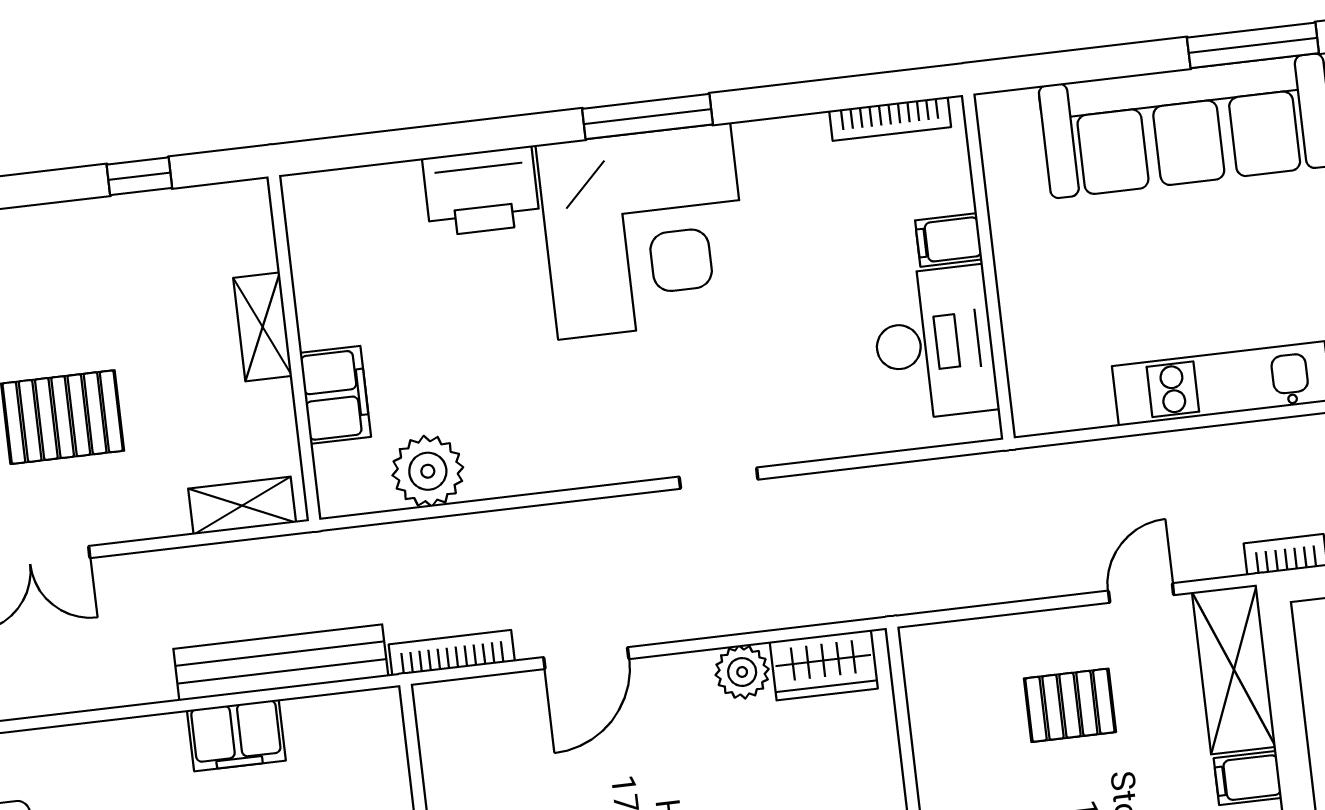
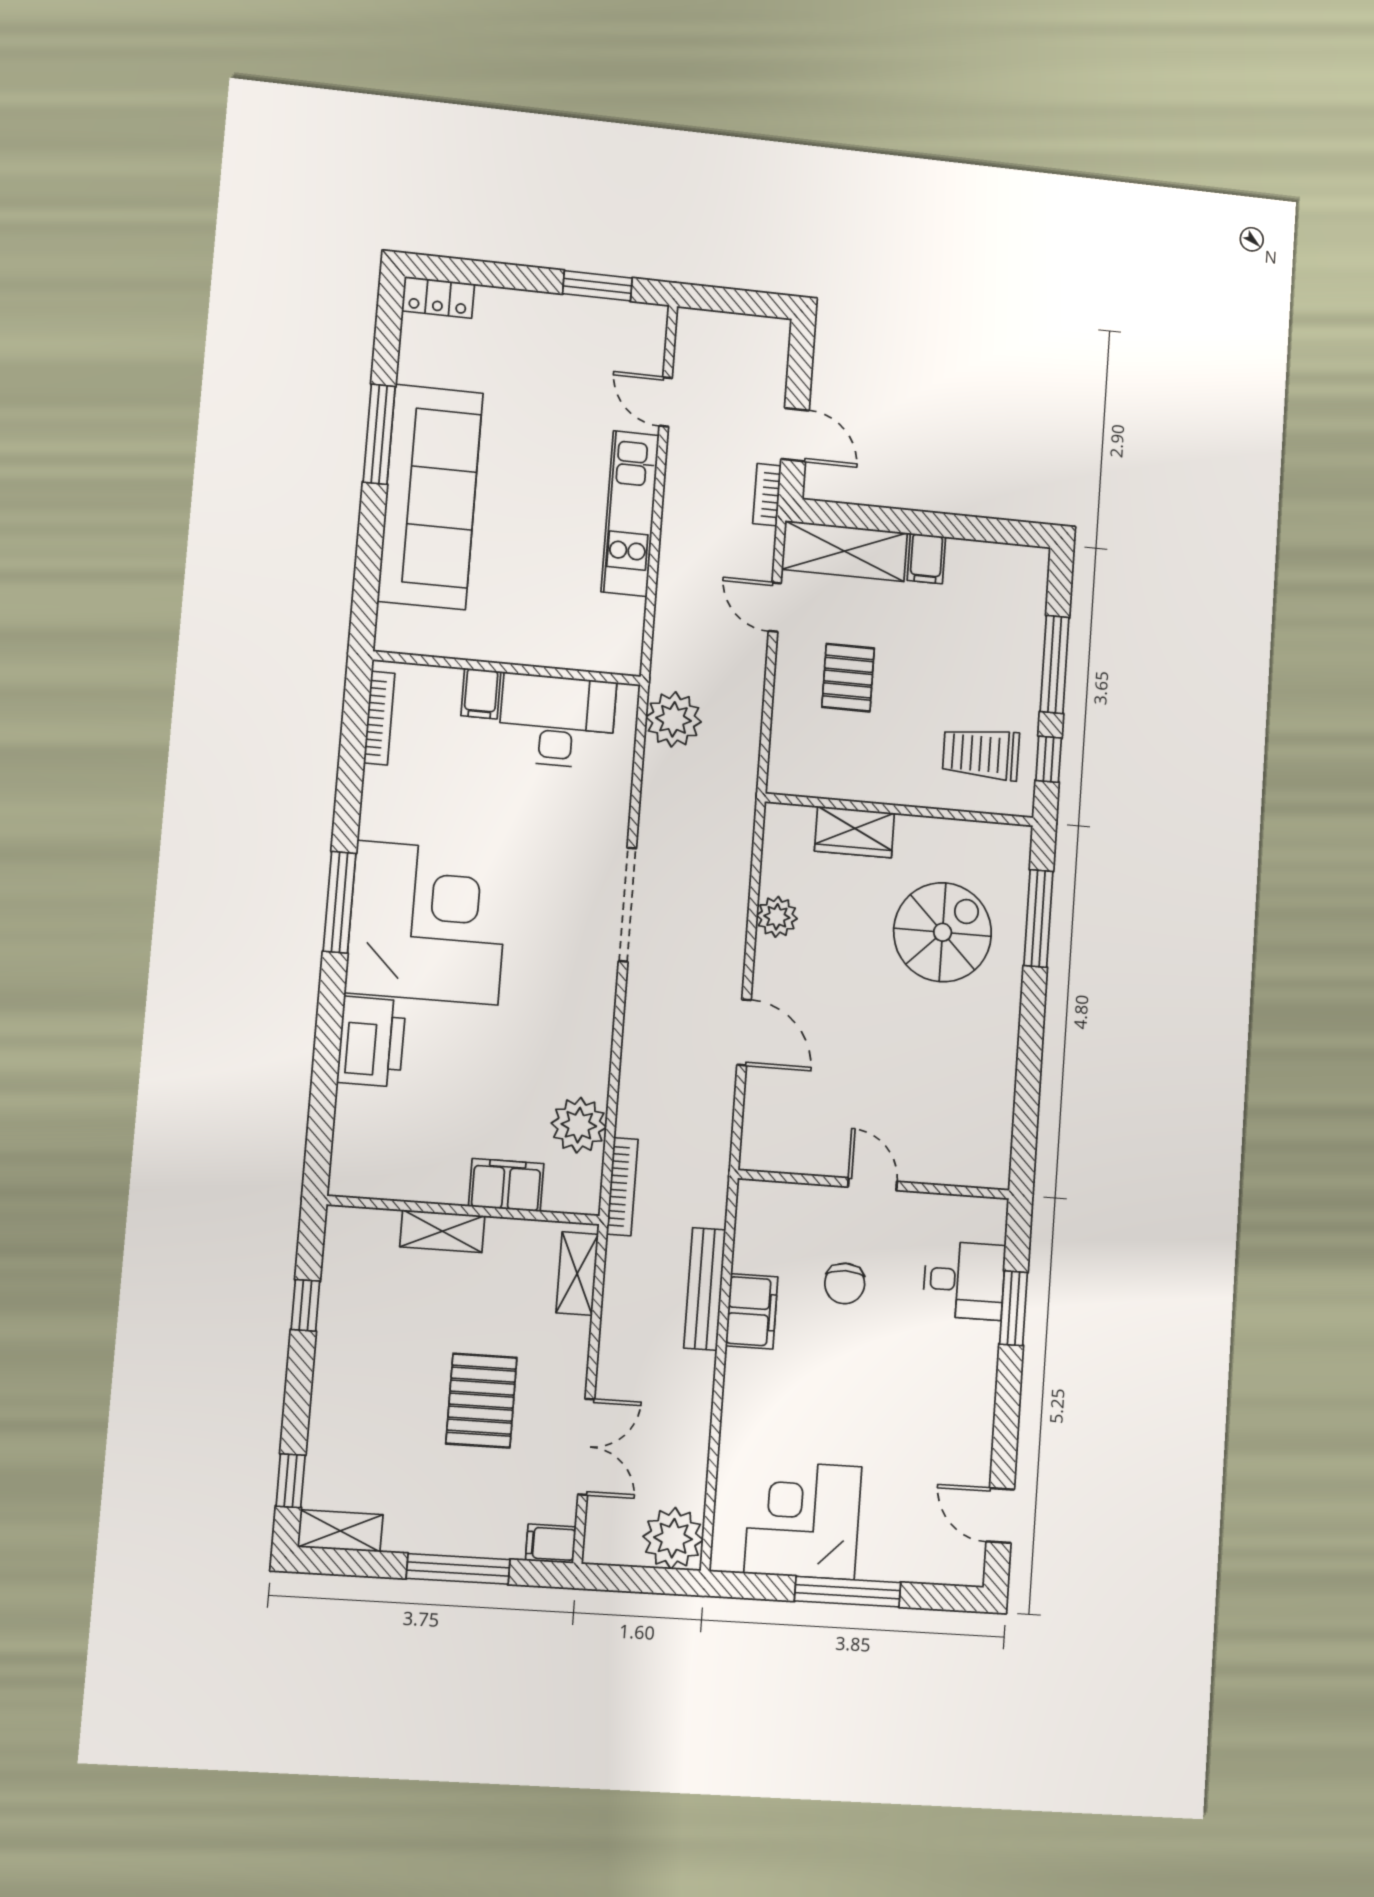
doorway: (719, 478) -> (627, 905), width x1.88
plant: (968, 491) -> (674, 719), added
bookcase: (452, 653) -> (622, 1187), moved, turned 180
bench: (281, 663) -> (705, 1289), width x0.73, depth x0.82
wardrobe: (824, 665) -> (854, 832), moved, turned 90

